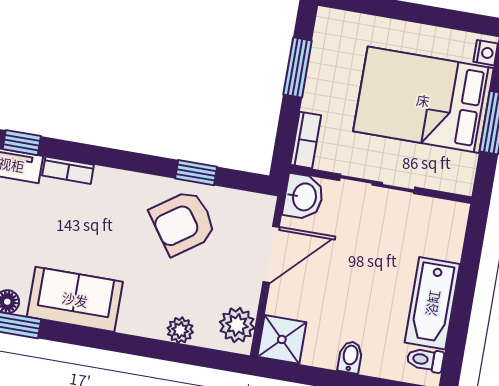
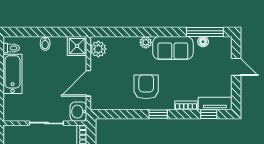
window: (196, 173) -> (158, 114), moved
armchair: (183, 223) -> (146, 87), moved, turned -55
plant: (180, 330) -> (146, 42), moved

